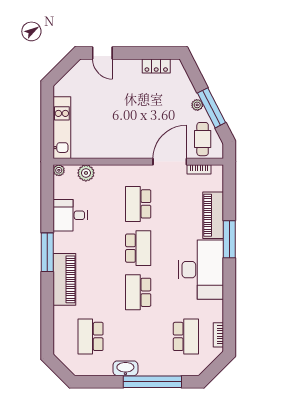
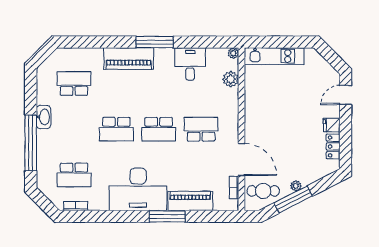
fridge: (134, 68) -> (332, 125), added
school desk: (138, 292) -> (116, 129), turned 180

